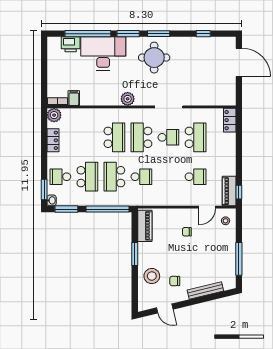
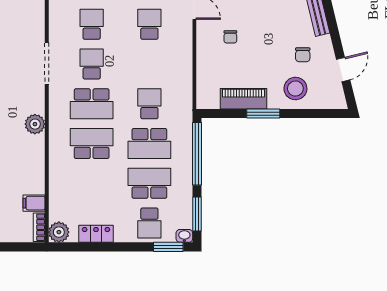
school desk: (195, 137) -> (92, 24), width x0.54
piano: (145, 226) -> (244, 99), moved

